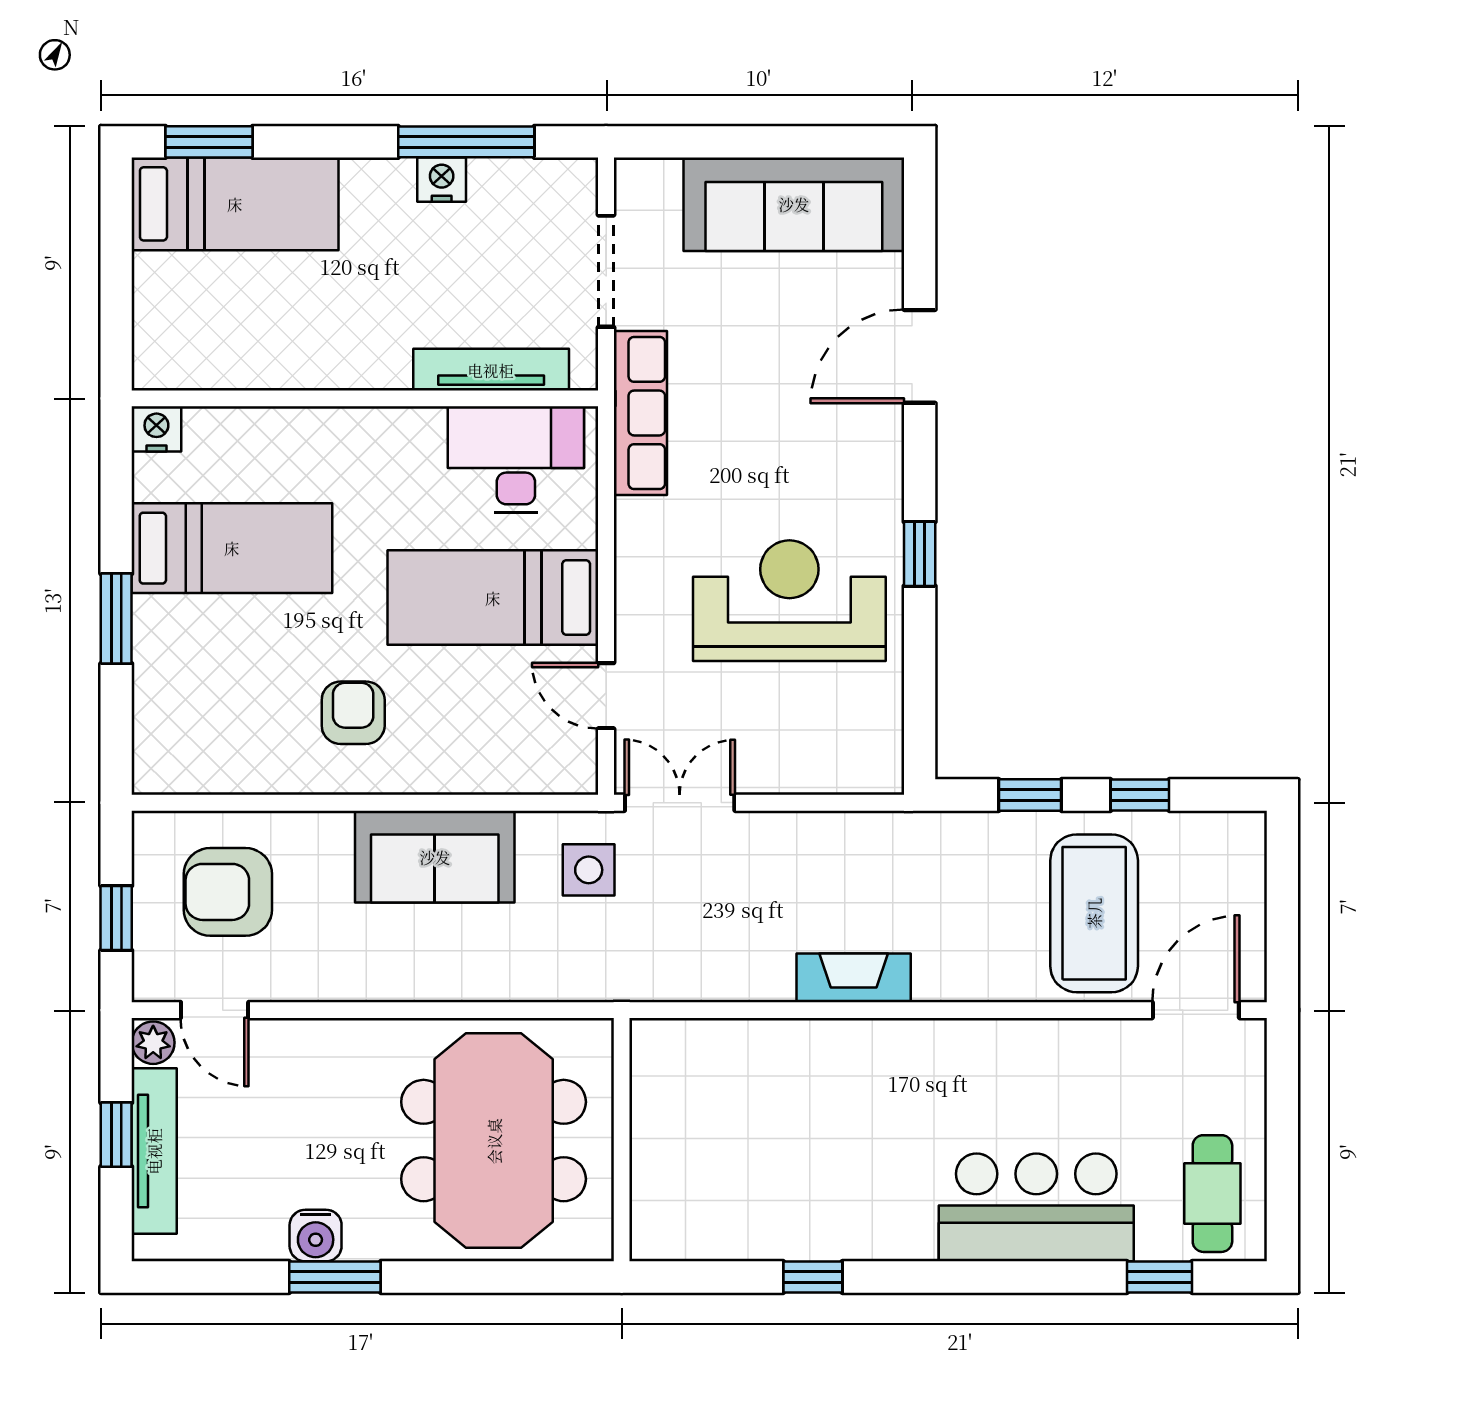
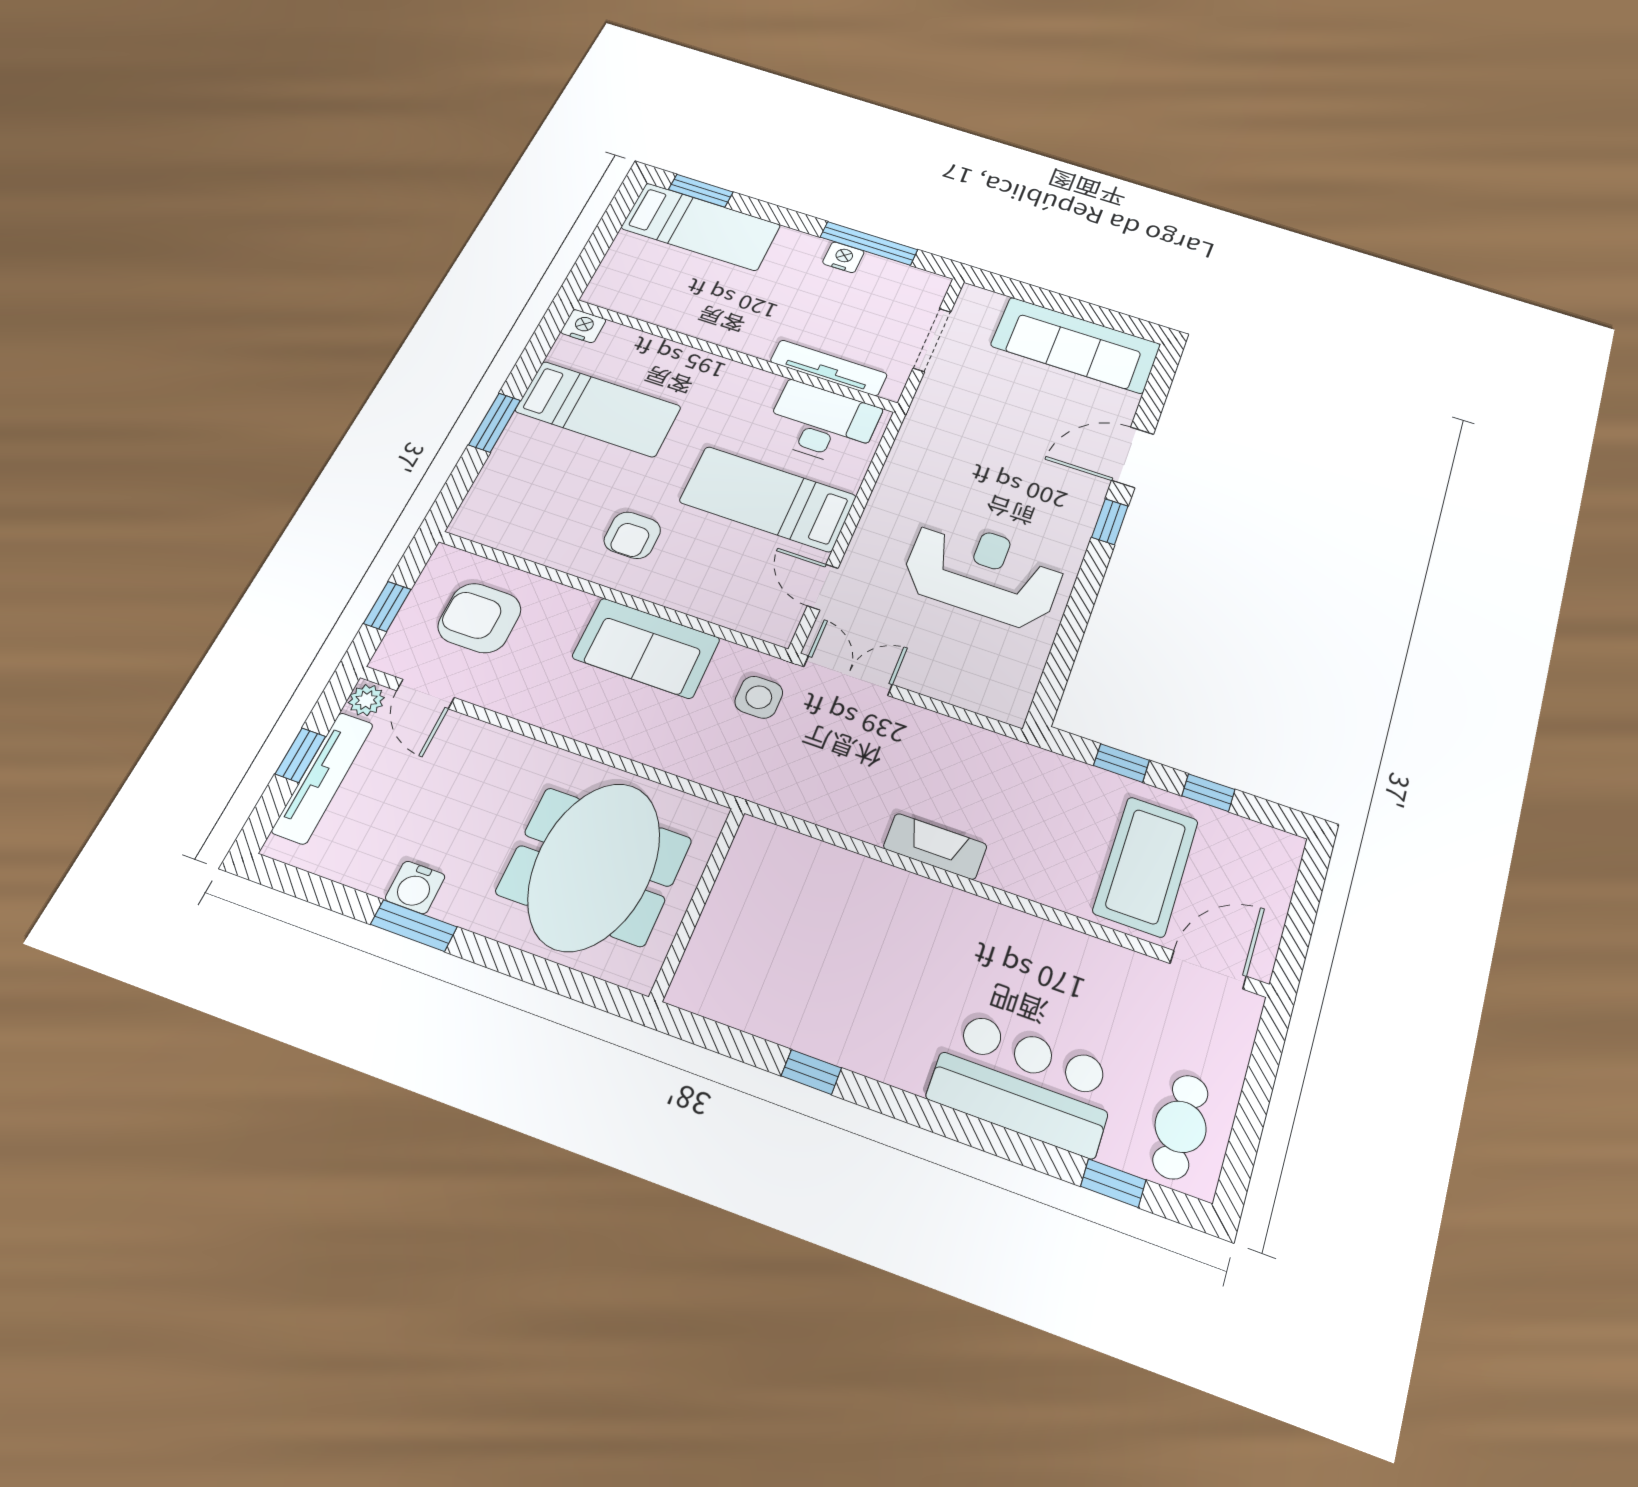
row of seats: (640, 413) -> (922, 426), removed
window: (920, 554) -> (1110, 522), moved
armchair: (353, 713) -> (632, 535), turned 180

